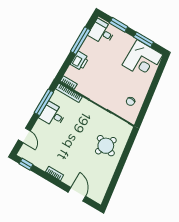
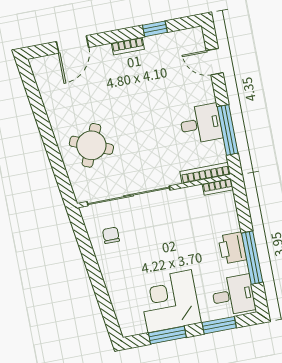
corner desk: (142, 60) -> (170, 301), moved
printer: (80, 61) -> (232, 248), moved
window: (26, 164) -> (155, 29), moved
door: (77, 194) -> (73, 44), hinge flipped

